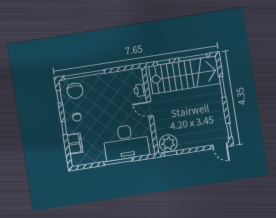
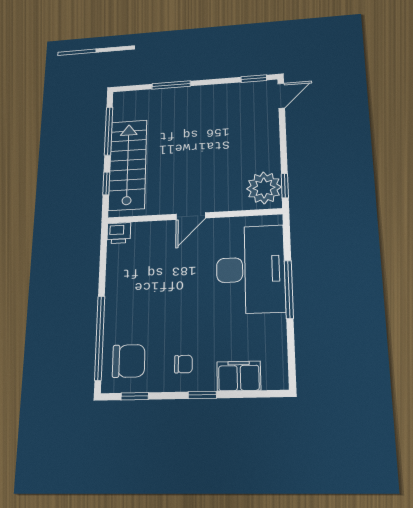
stairs: (184, 75) -> (128, 165), width x0.73, depth x0.66
printer: (140, 90) -> (119, 233), moved

